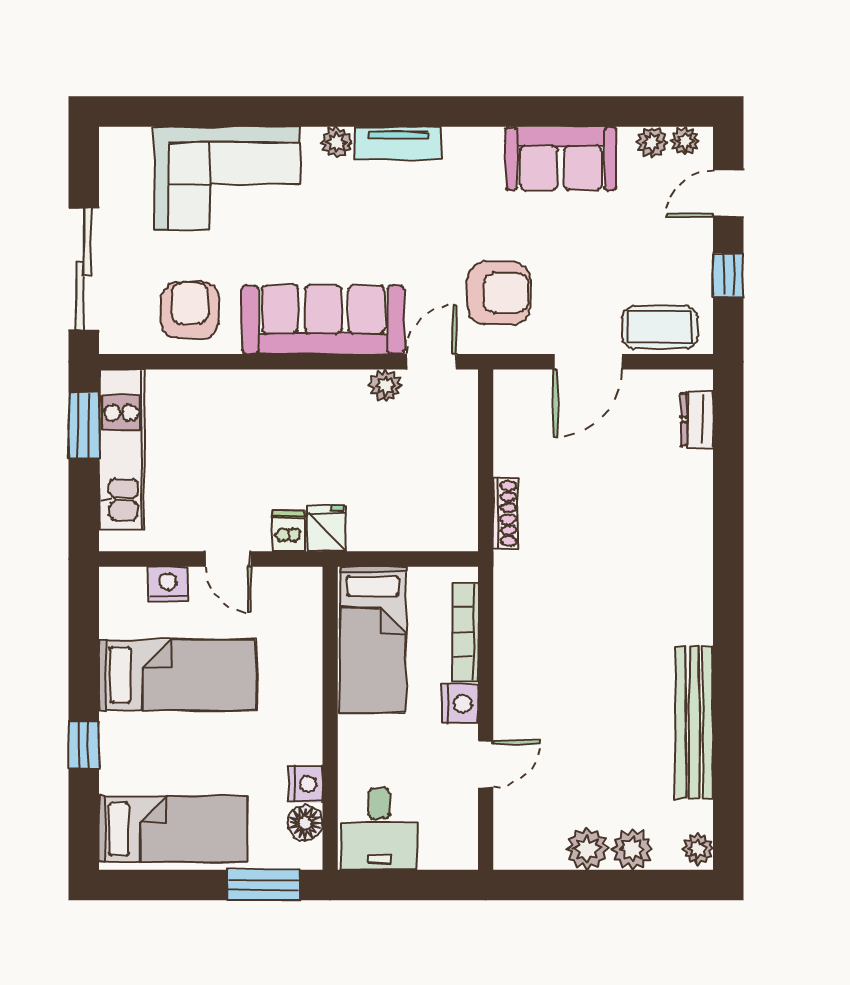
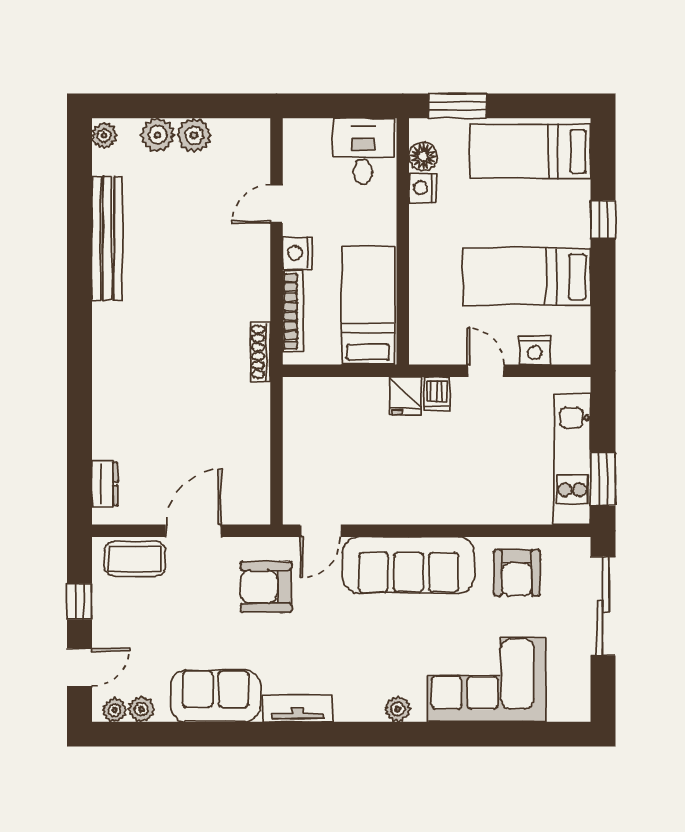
tv unit: (398, 143) -> (298, 708), moved
plant: (385, 385) -> (358, 512), removed
shoe rack: (506, 513) -> (260, 352), moved

